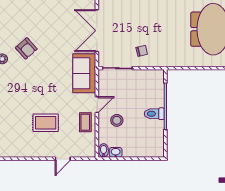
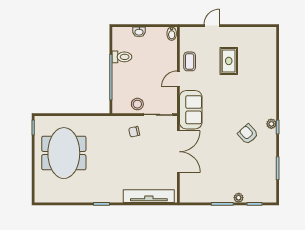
toilet: (154, 114) -> (122, 57), moved
stool: (117, 120) -> (137, 104), moved
rug: (46, 123) -> (229, 61), turned 90
washbasin: (116, 152) -> (139, 32), moved

